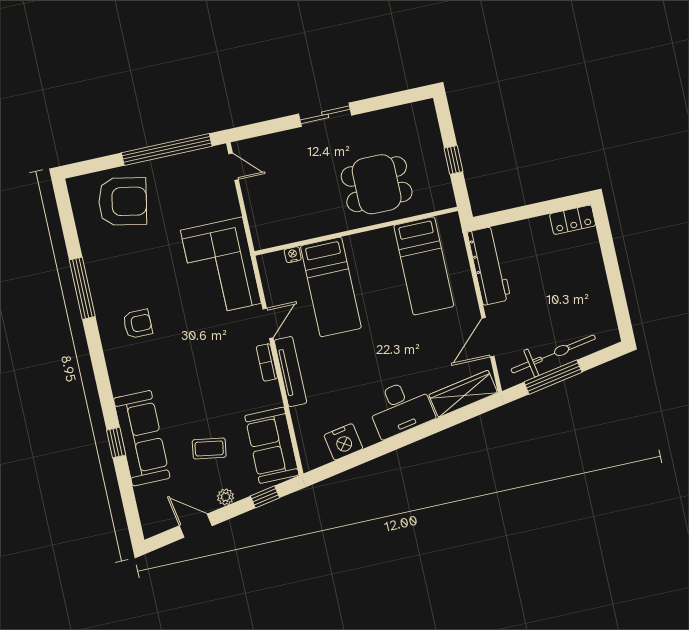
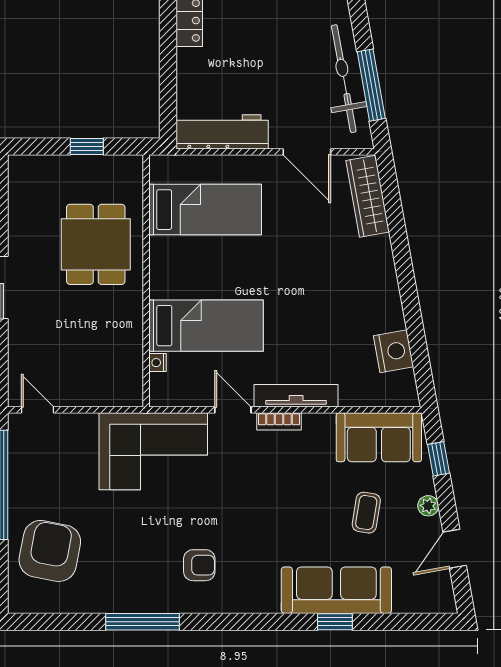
door: (234, 167) -> (37, 410), hinge flipped
armchair: (138, 324) -> (199, 565), turned 90
desk: (400, 408) -> (368, 275), removed

